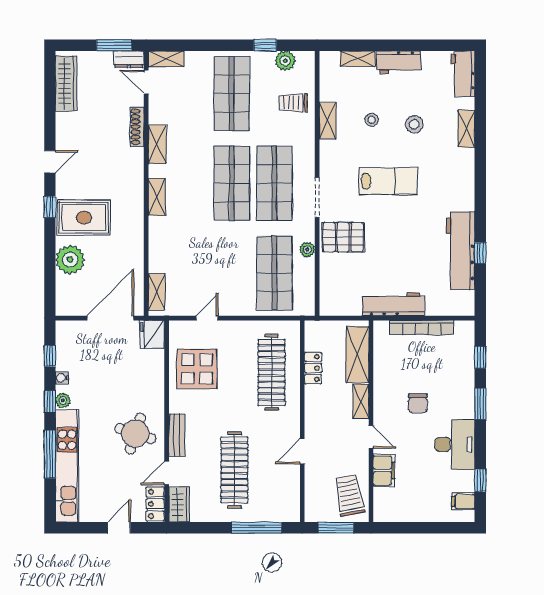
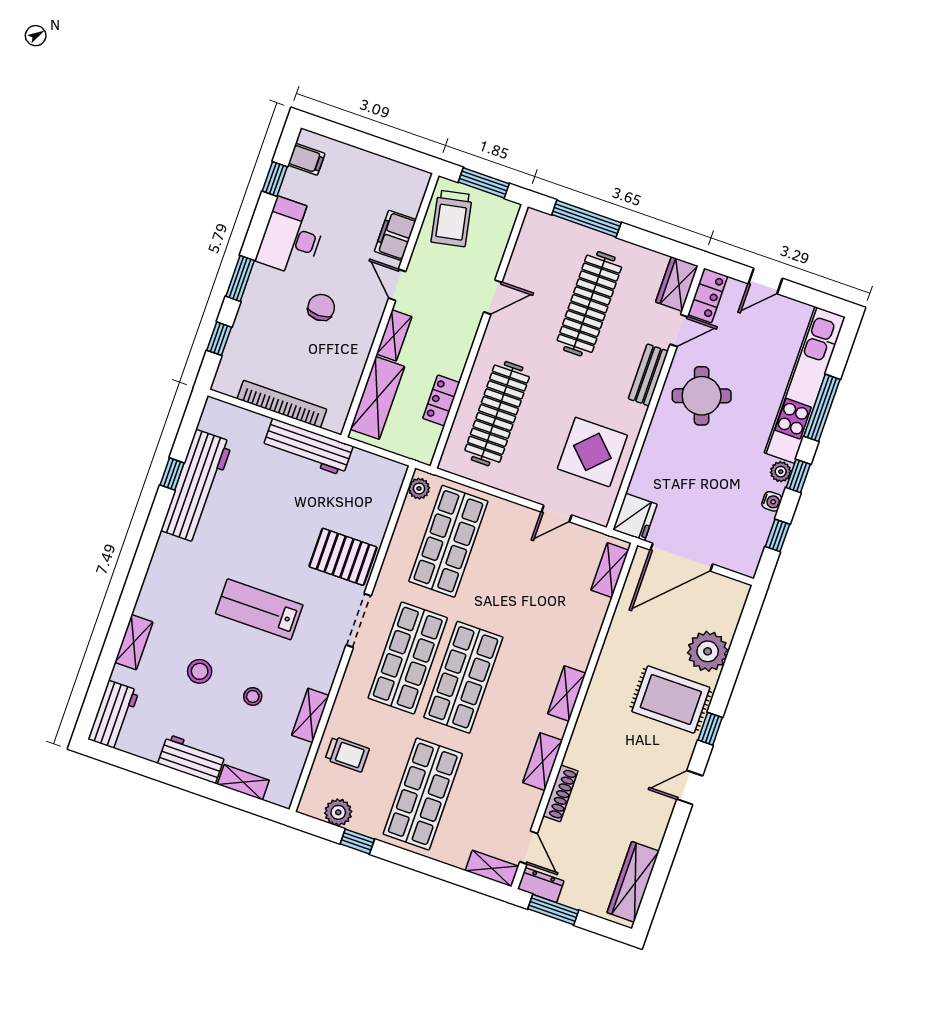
plant: (307, 250) -> (419, 489), moved
round table: (135, 434) -> (702, 396), turned -37

